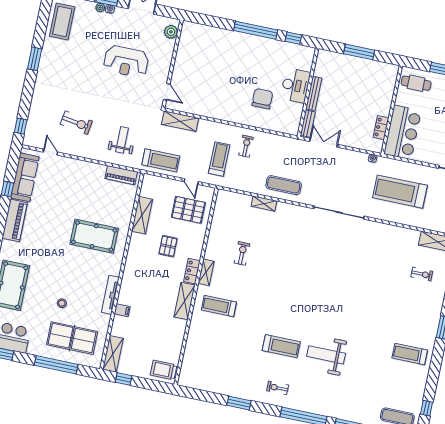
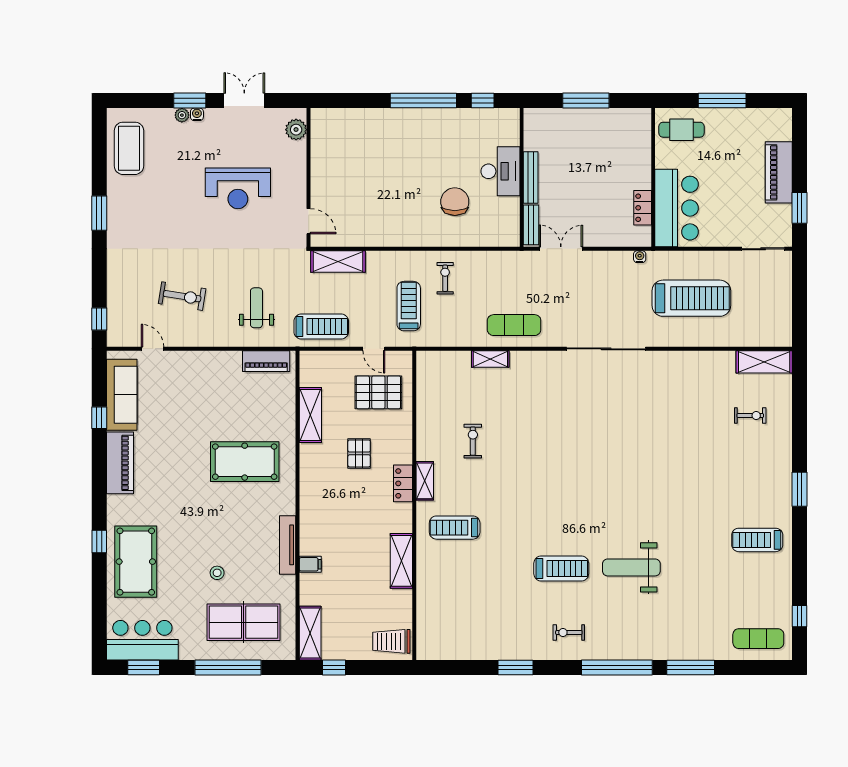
treadmill: (400, 192) -> (691, 298), turned 180
shelving: (185, 301) -> (401, 561), moved

